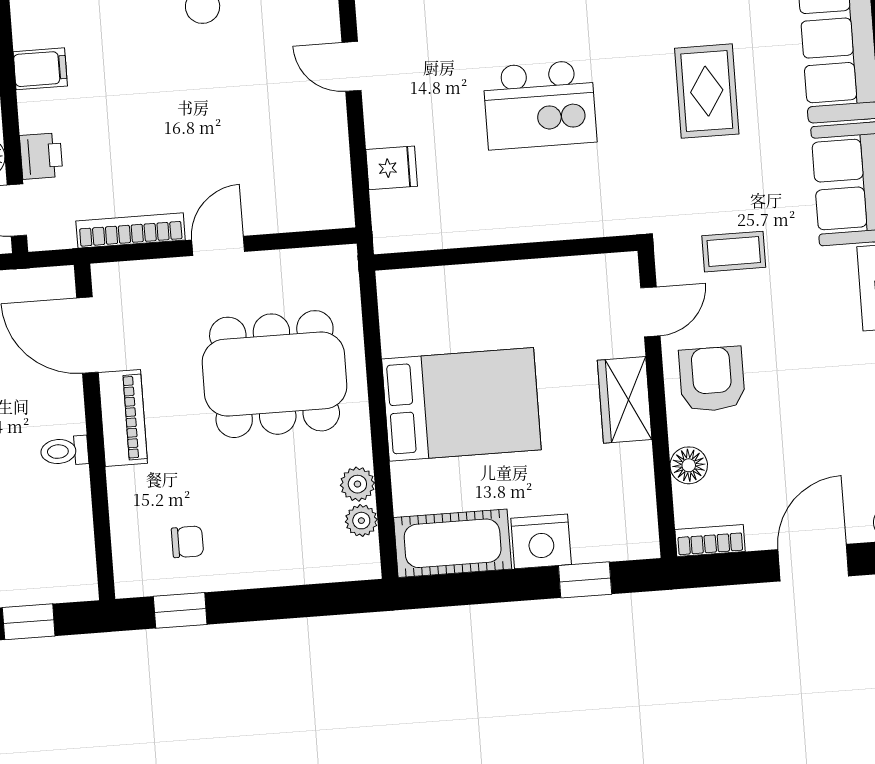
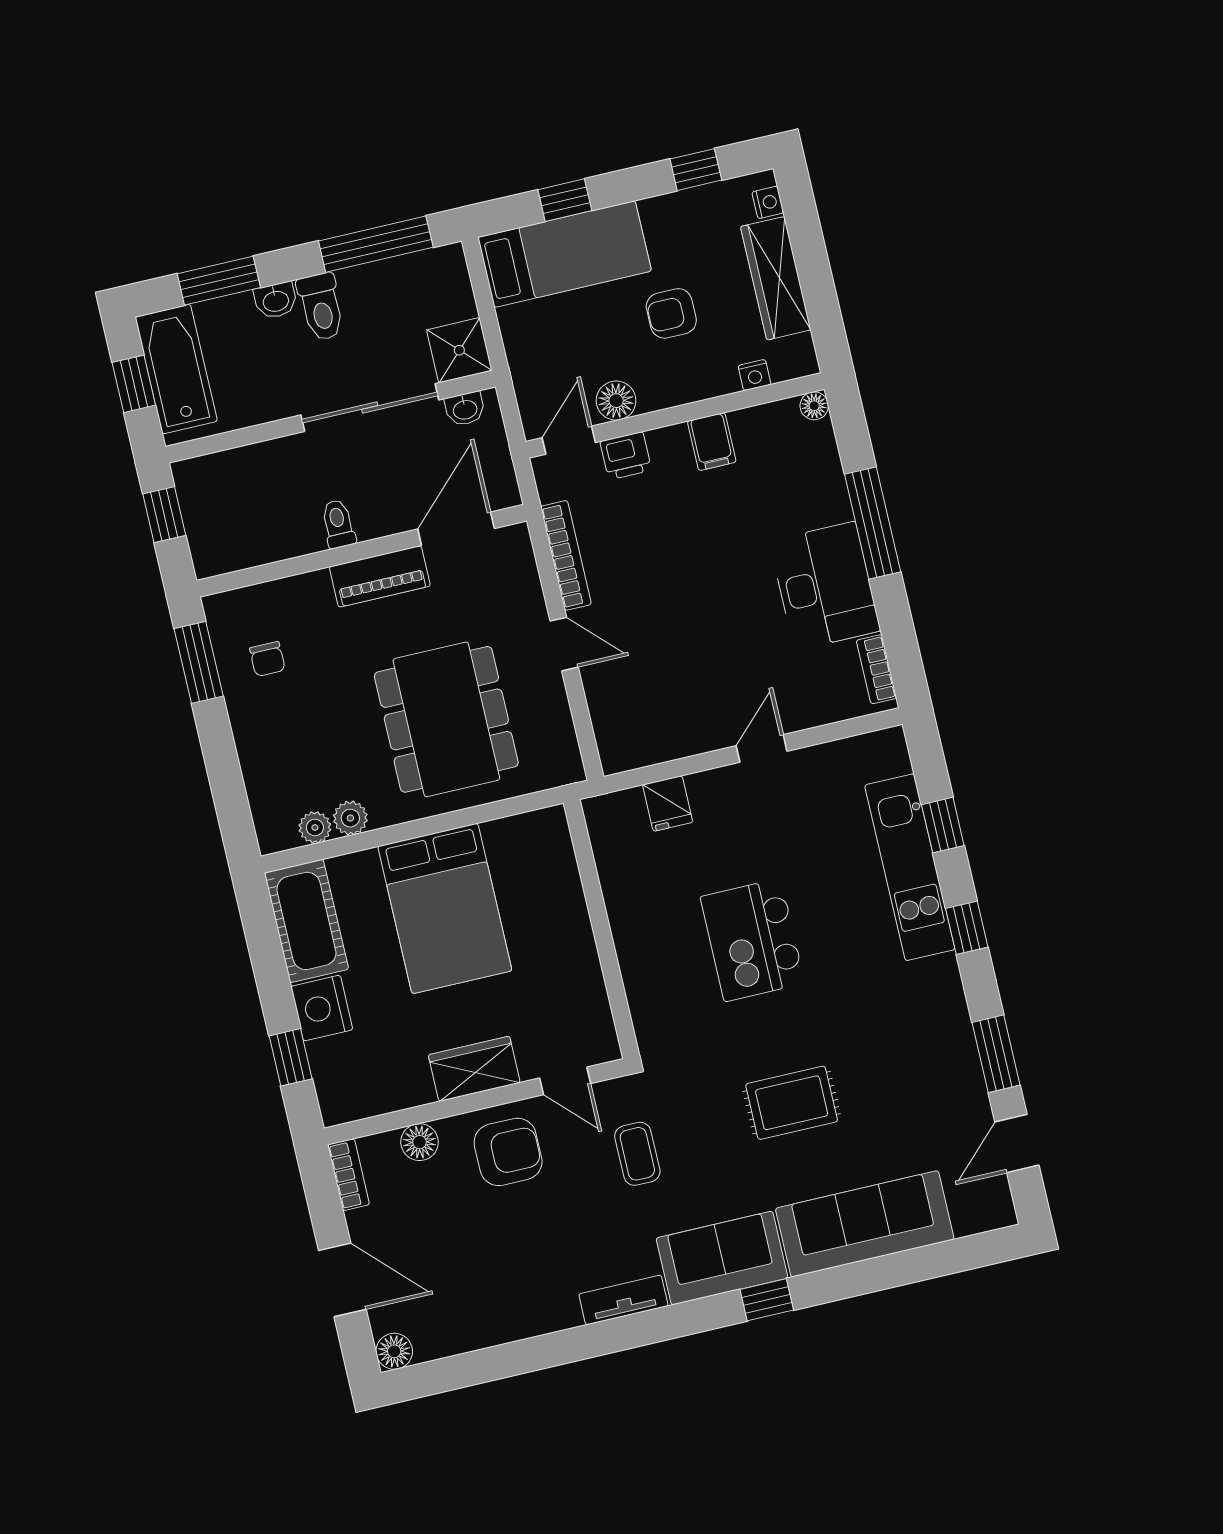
window: (180, 610) -> (199, 662), width x1.50

